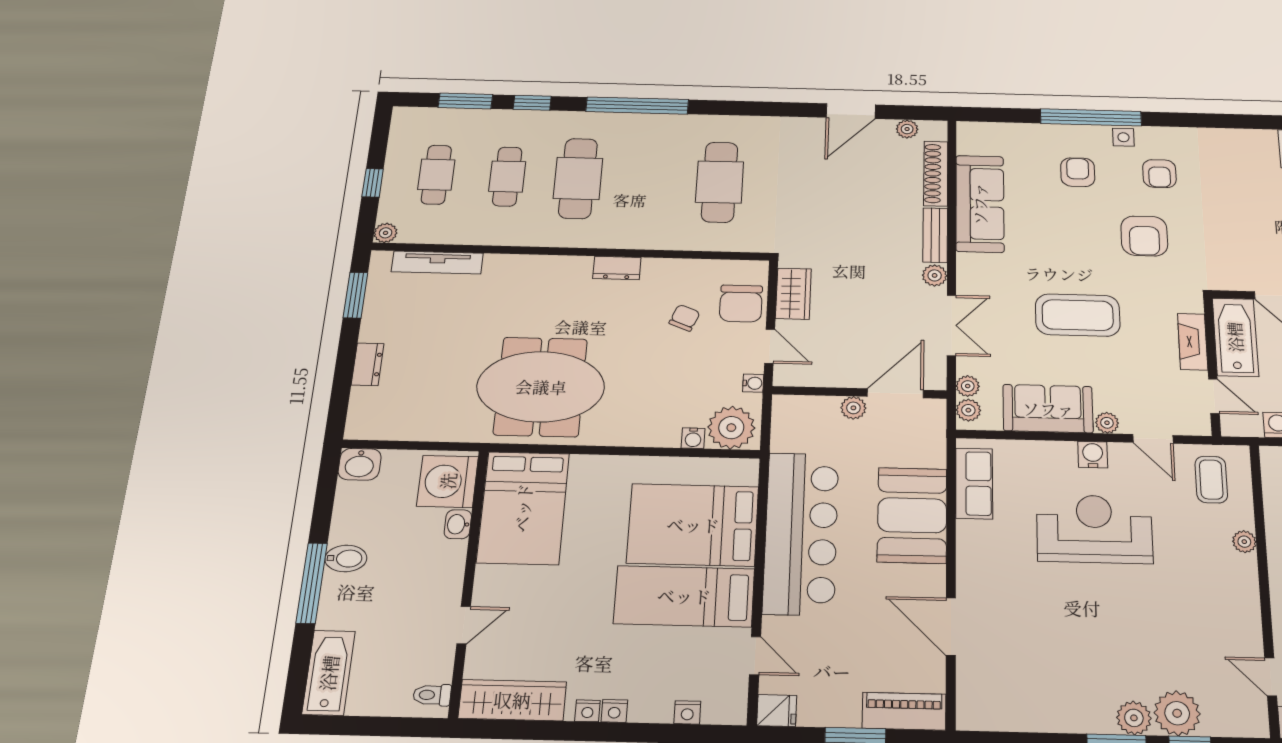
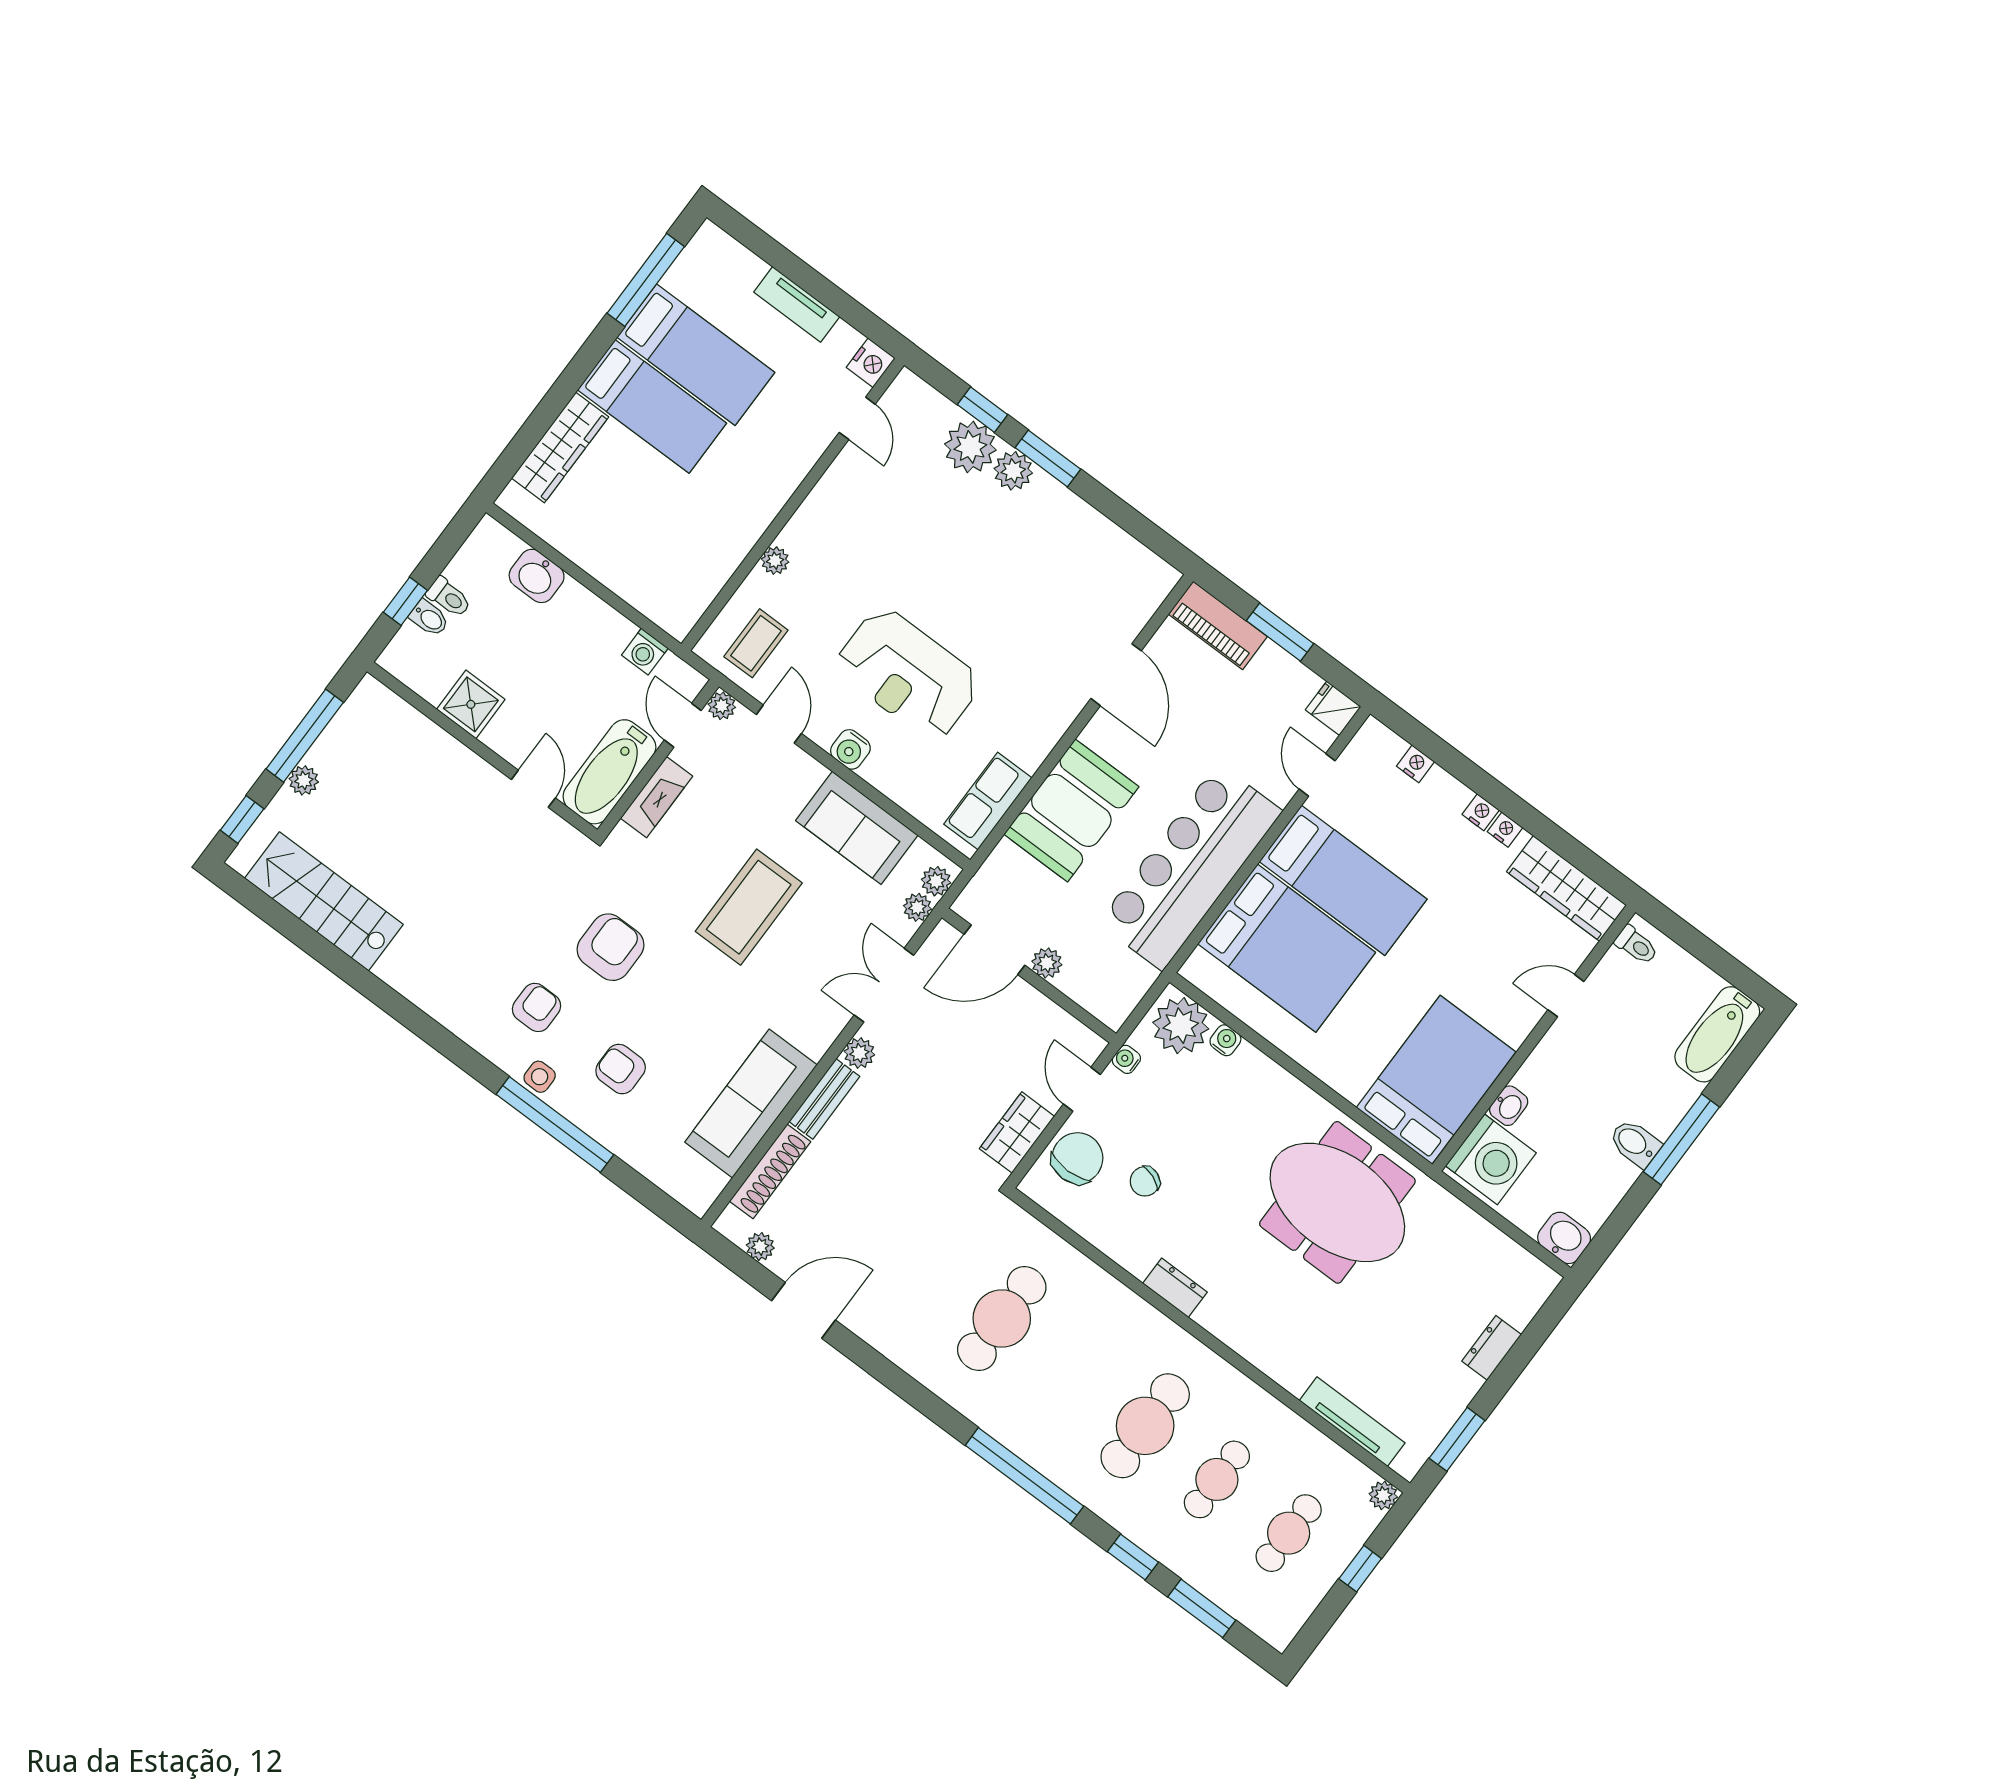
armchair: (1078, 172) -> (621, 1069), turned 90
coffee table: (1078, 315) -> (749, 907), turned 90
plant: (1107, 423) -> (722, 706), moved

